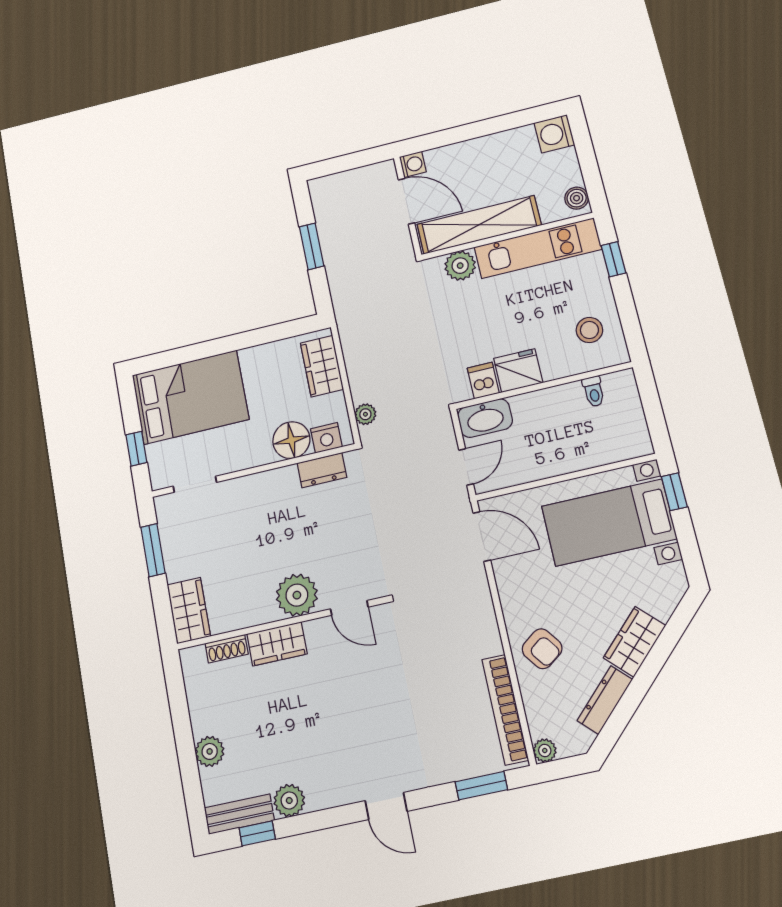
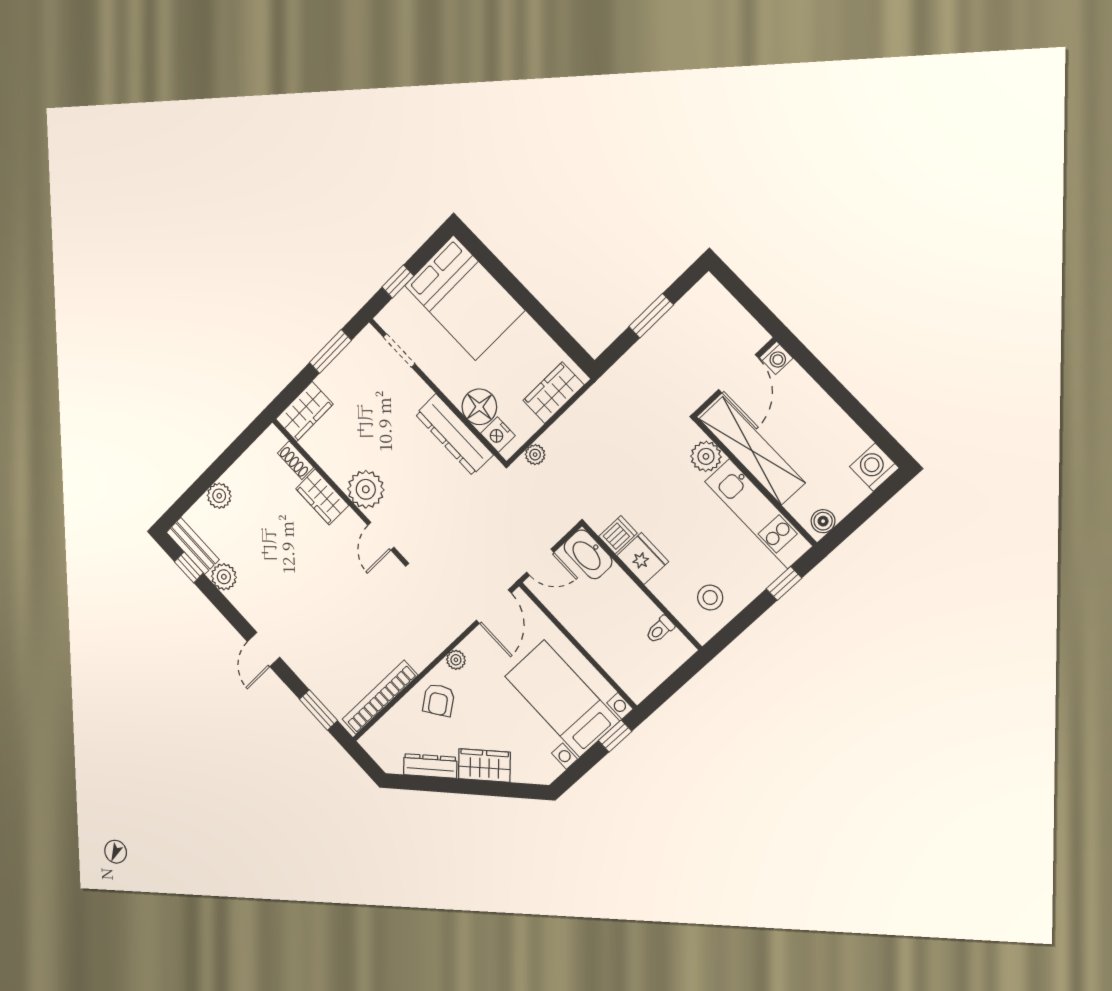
dresser: (322, 470) -> (454, 435), width x1.96, depth x1.24
plant: (545, 750) -> (456, 660), moved

